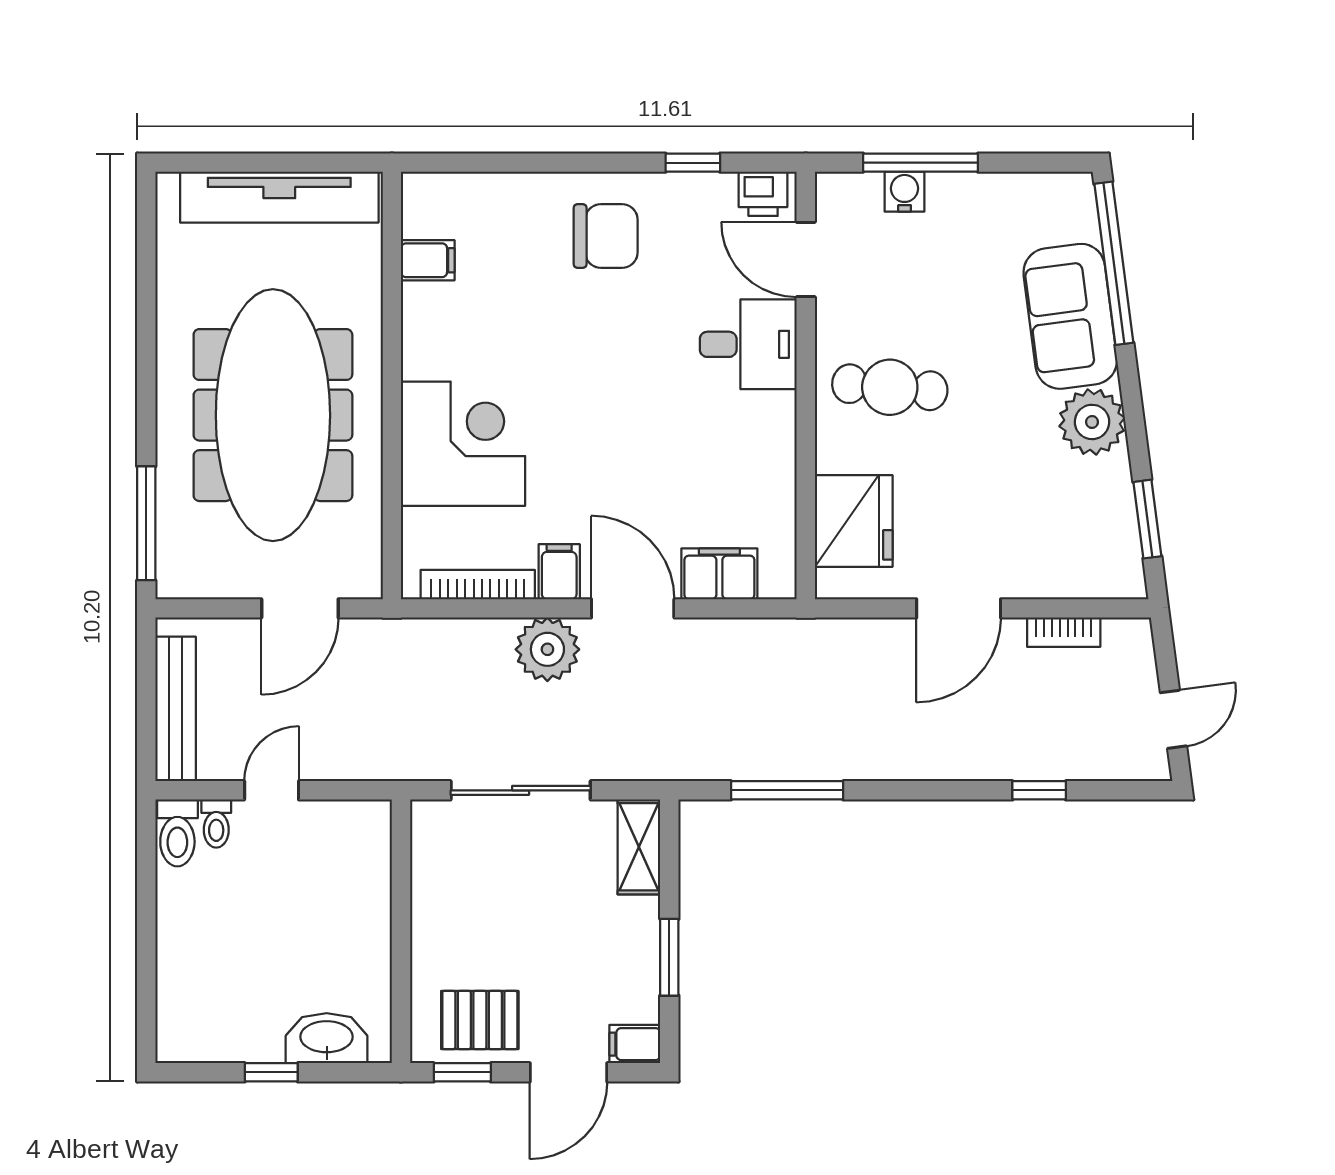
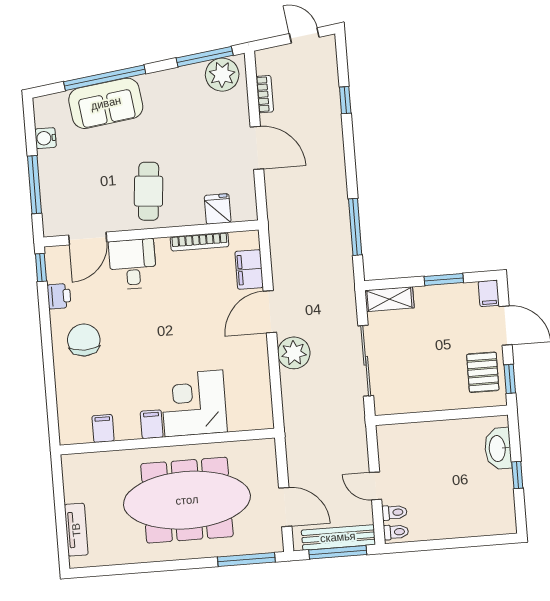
window: (693, 163) -> (41, 268), moved
water cooler: (905, 192) -> (45, 138), moved
printer: (763, 194) -> (59, 296), moved
tv unit: (279, 197) -> (76, 530), width x0.52, depth x0.78
window: (1114, 263) -> (105, 78), moved
plant: (1092, 422) -> (222, 75), moved
window: (1147, 519) -> (205, 57), width x1.44
fridge: (854, 521) -> (218, 209), width x0.53, depth x0.75
filing cabinet: (559, 572) -> (152, 424), moved, turned 90
bookcase: (478, 585) -> (200, 242), moved, turned -90
door: (300, 608) -> (285, 507), moved
window: (146, 705) -> (338, 552), added
toilet: (177, 833) -> (396, 532), width x0.73, depth x0.72

